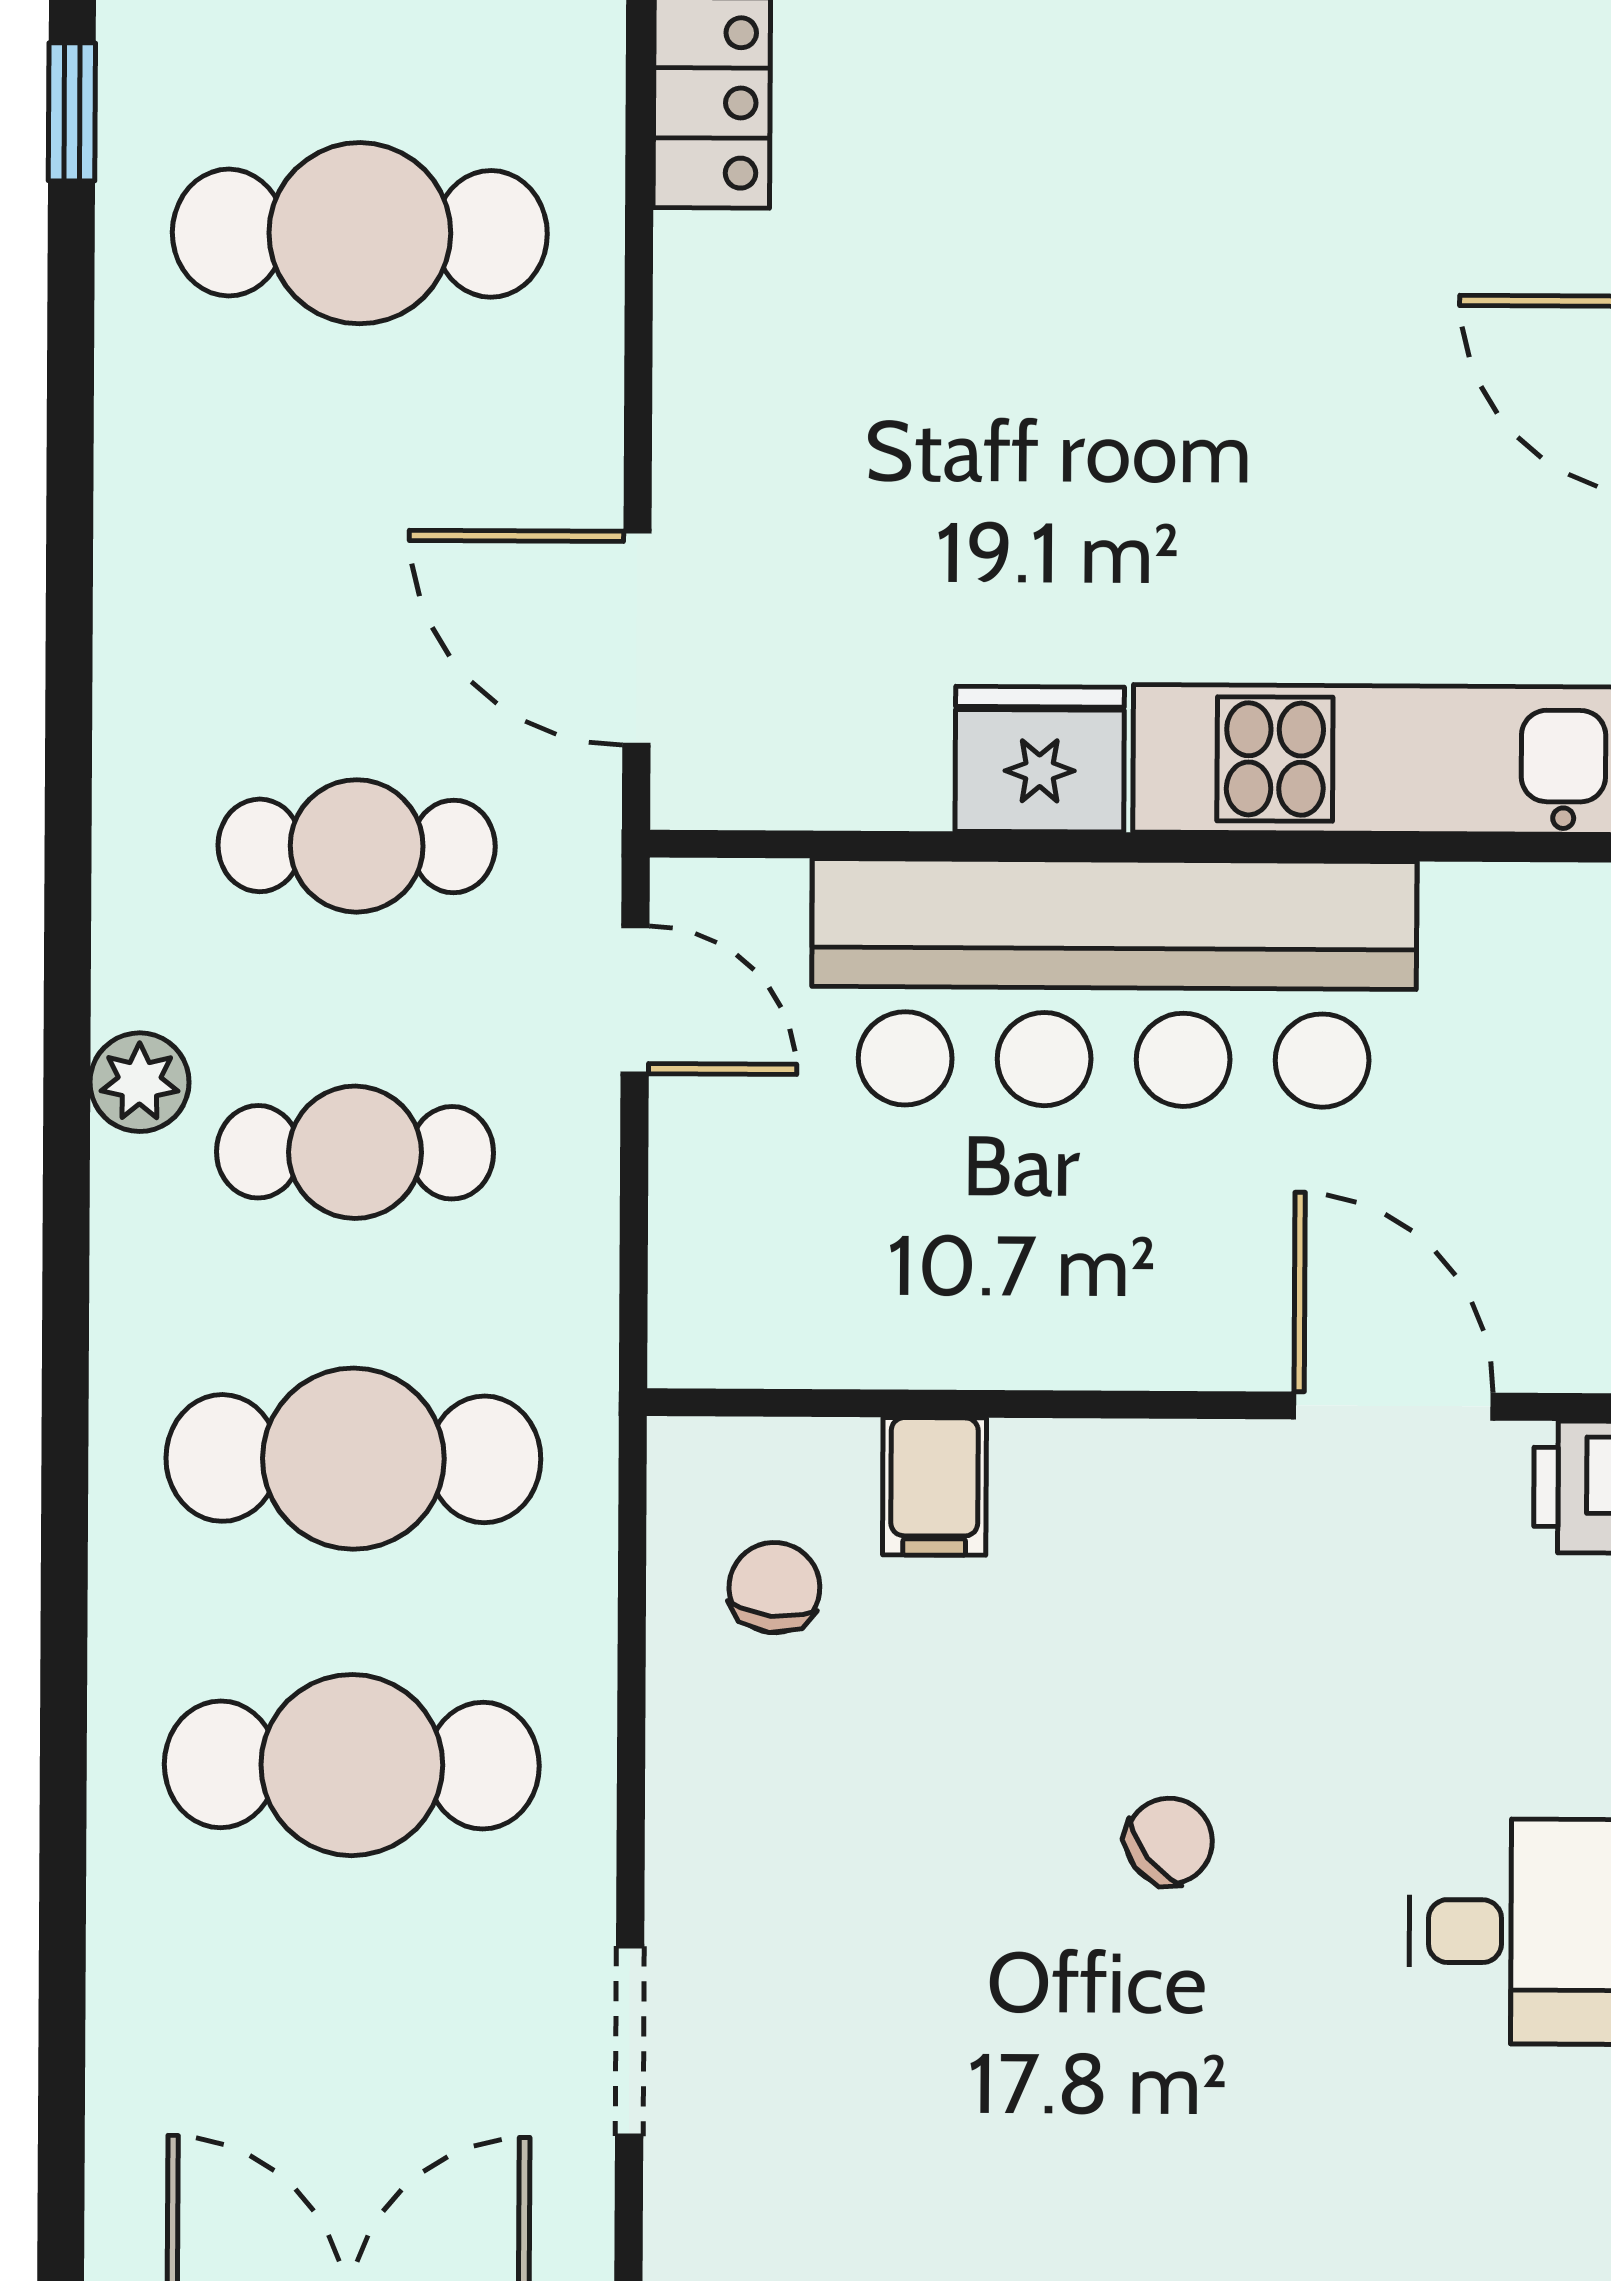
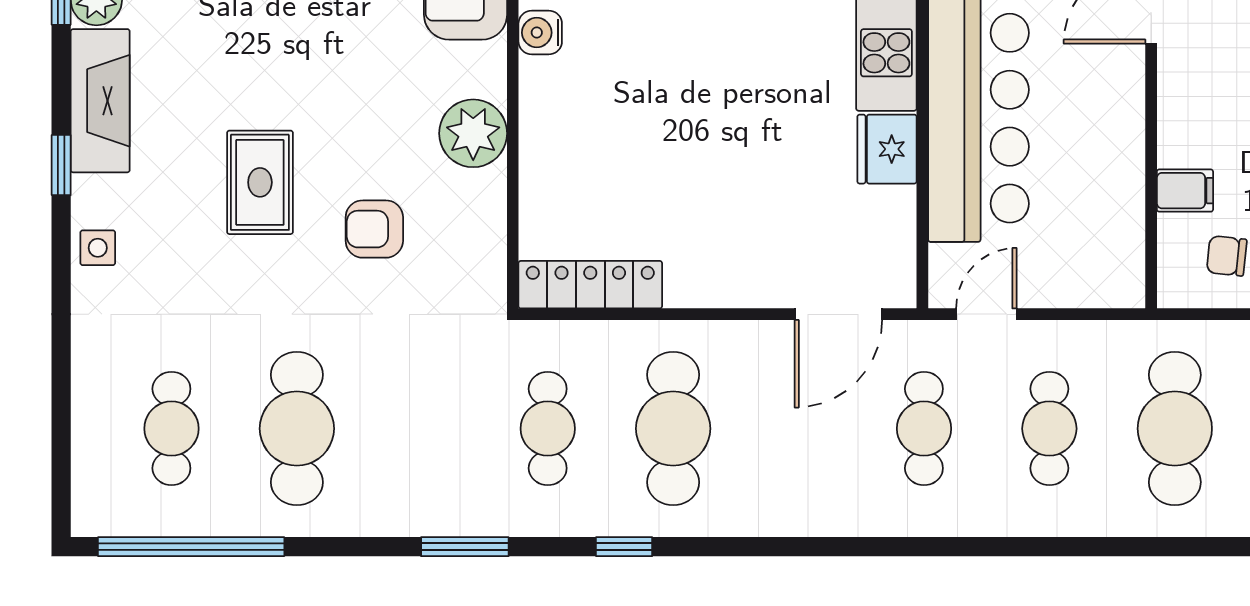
plant: (140, 1082) -> (1021, 517), removed

